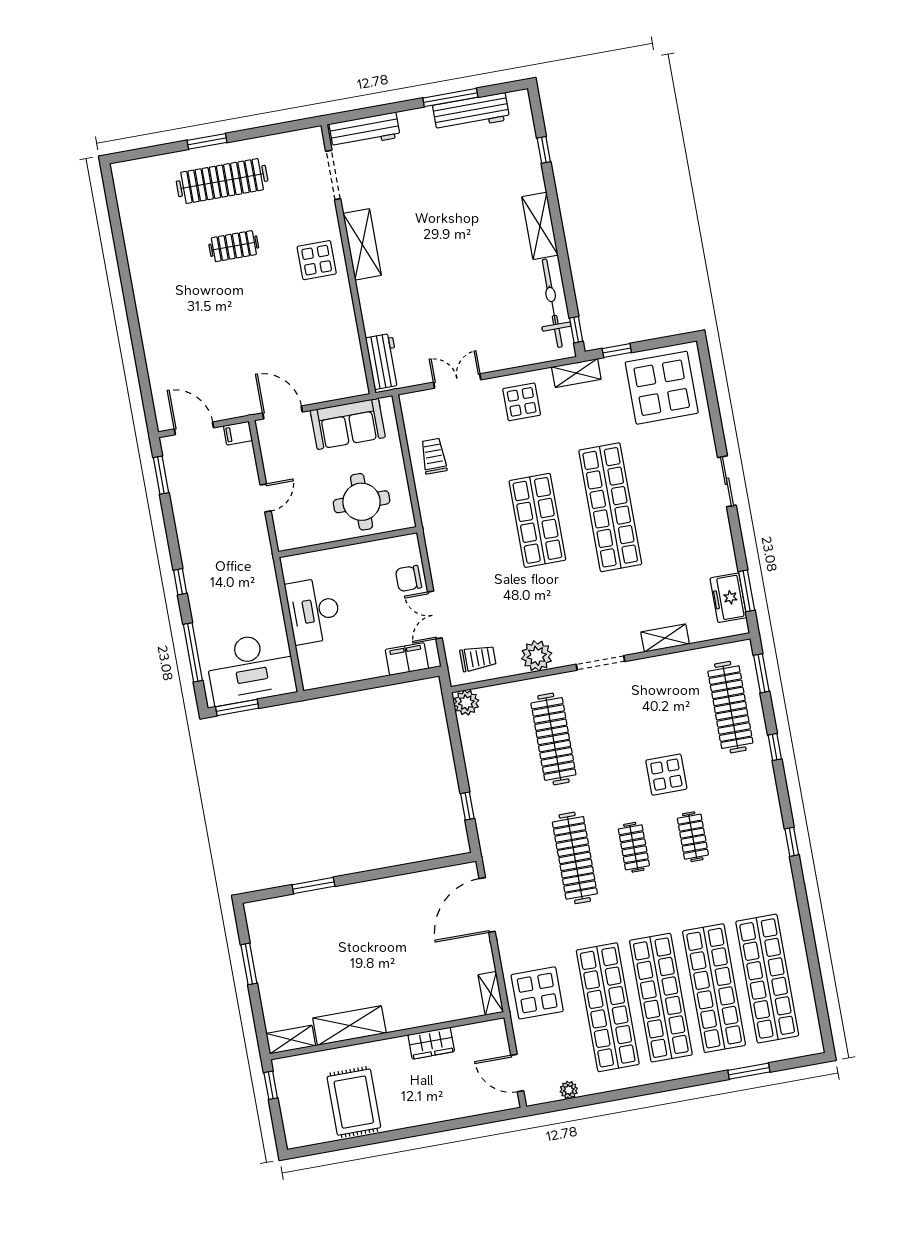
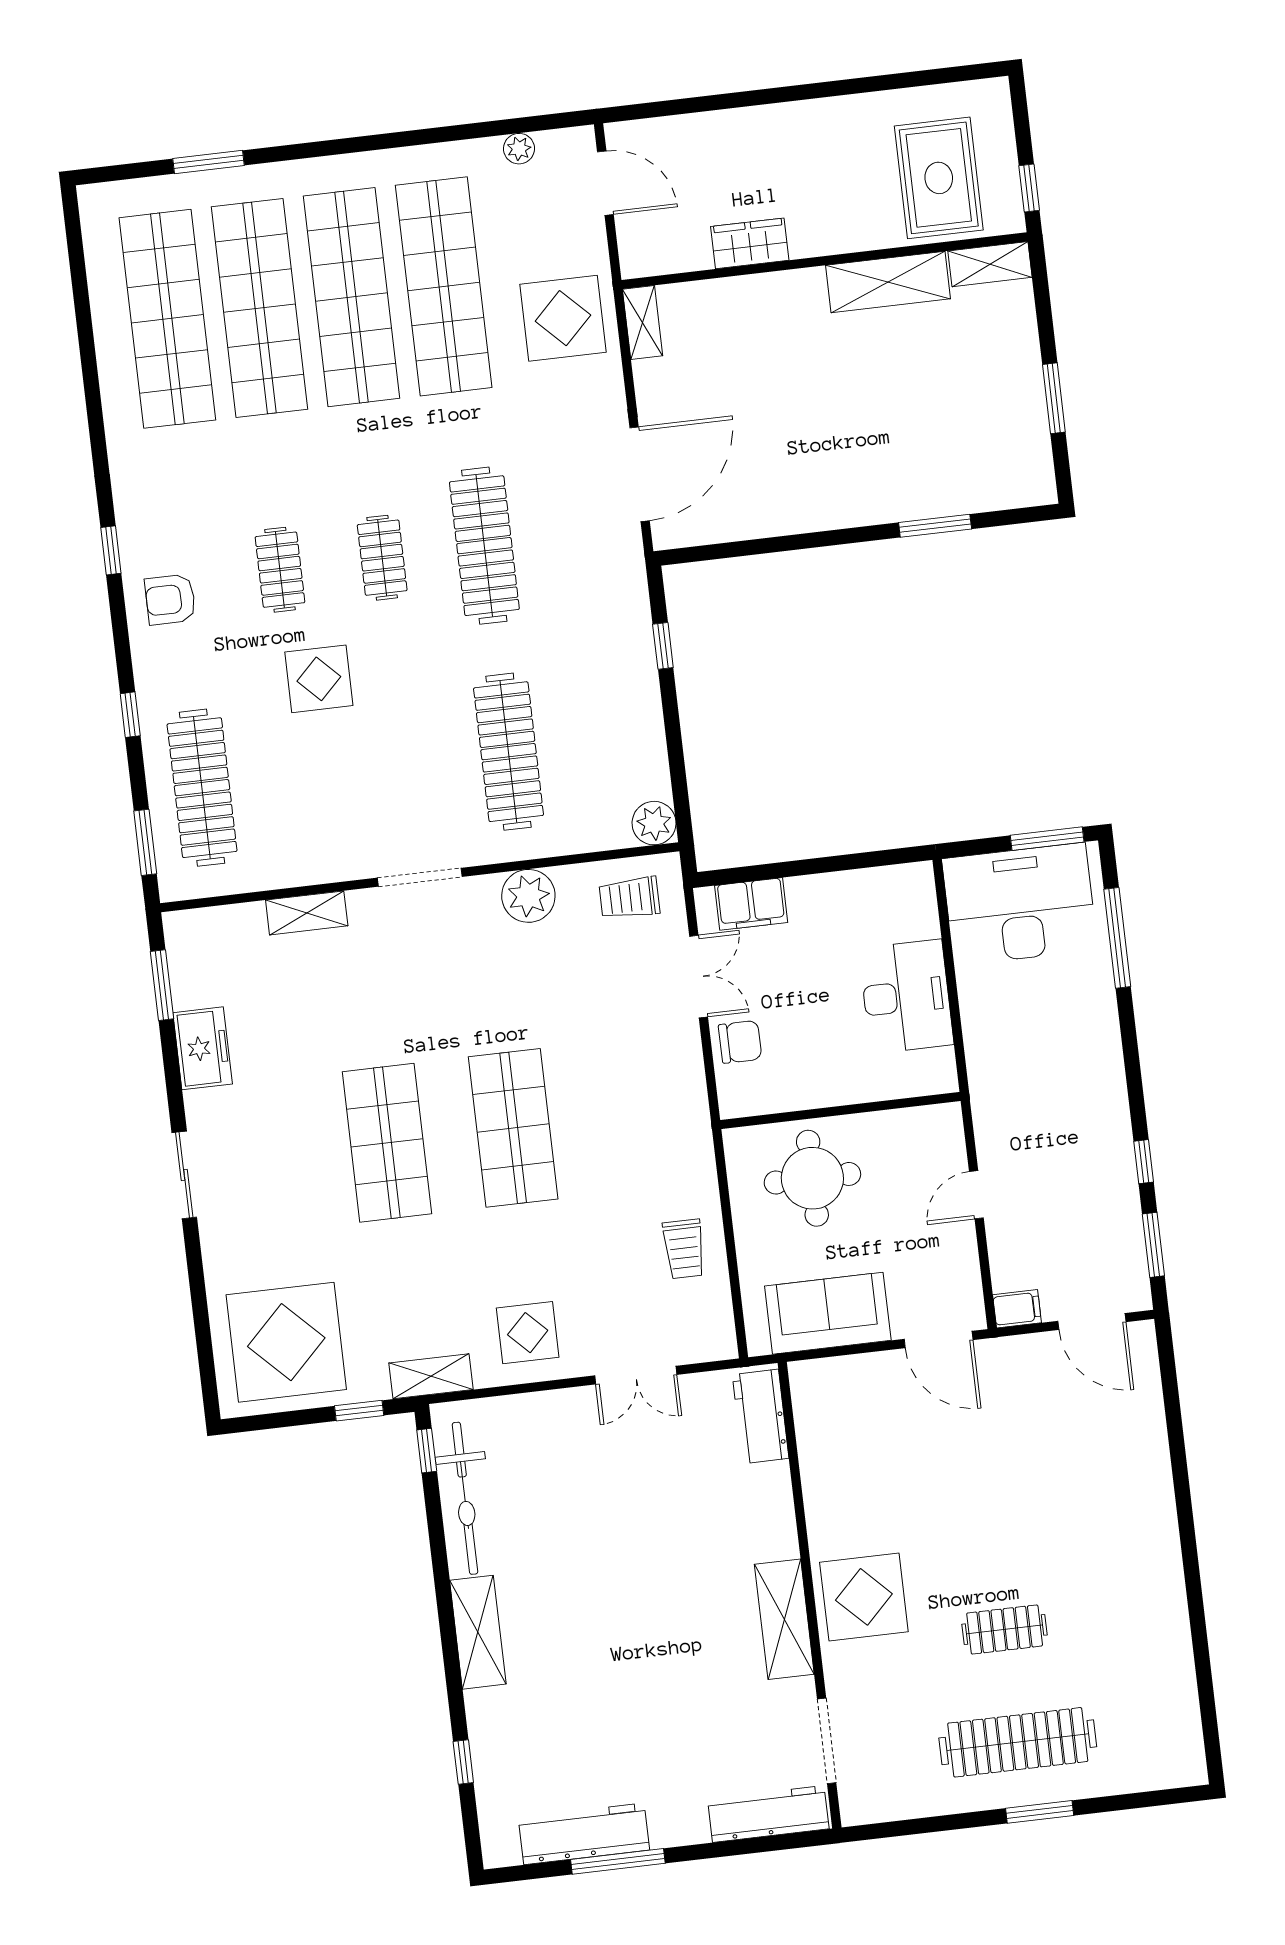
display table: (317, 260) -> (864, 1597), width x1.36, depth x1.36
shop shelf: (610, 507) -> (387, 1143), width x0.71
window: (180, 582) -> (1144, 1162), moved
freezer: (728, 598) -> (203, 1048), moved
armchair: (755, 815) -> (170, 599), added
rug: (354, 1102) -> (939, 178), moved

